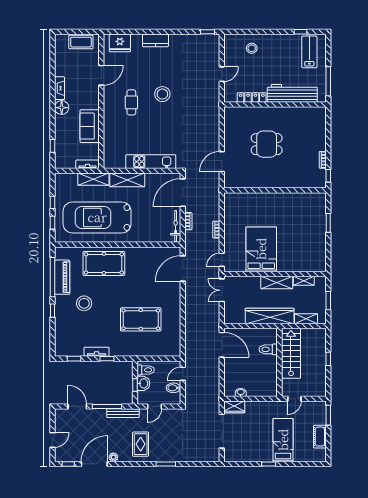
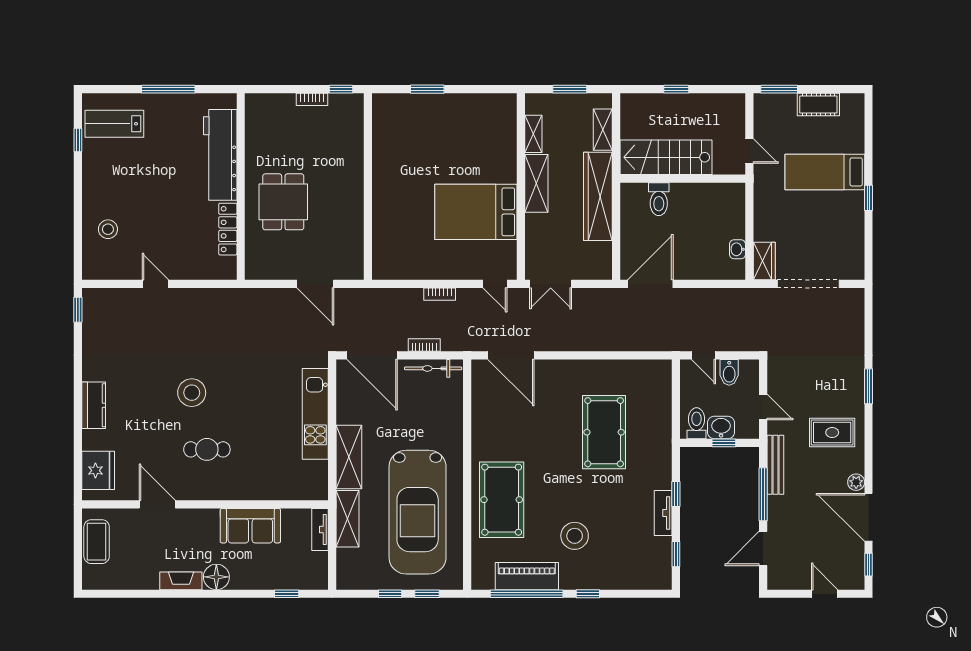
workbench: (292, 93) -> (220, 155), moved
locker: (252, 97) -> (228, 229), moved
wall: (275, 105) -> (241, 187), moved

